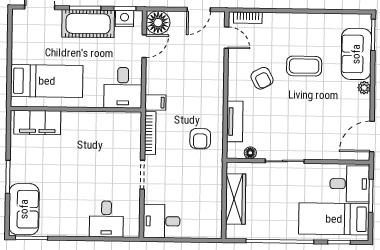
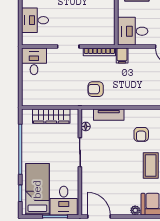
armchair: (262, 78) -> (141, 134), turned -62

